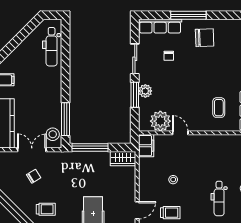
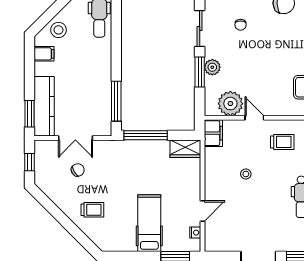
stool: (53, 134) -> (58, 30), moved
double door: (32, 150) -> (75, 138), swing flipped
trolley: (170, 213) -> (282, 142), moved

